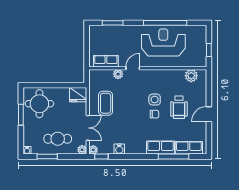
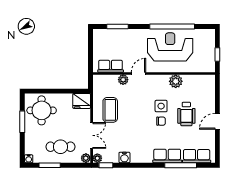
plant: (191, 76) -> (176, 81), moved

